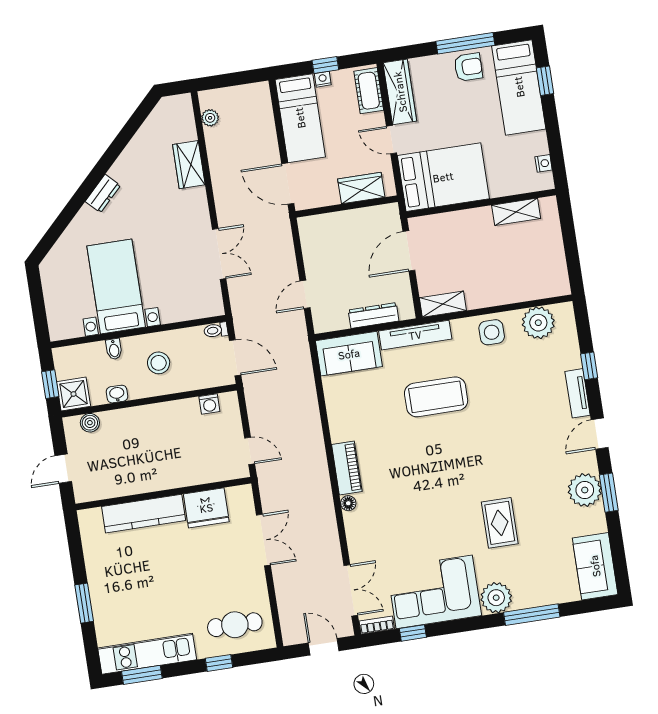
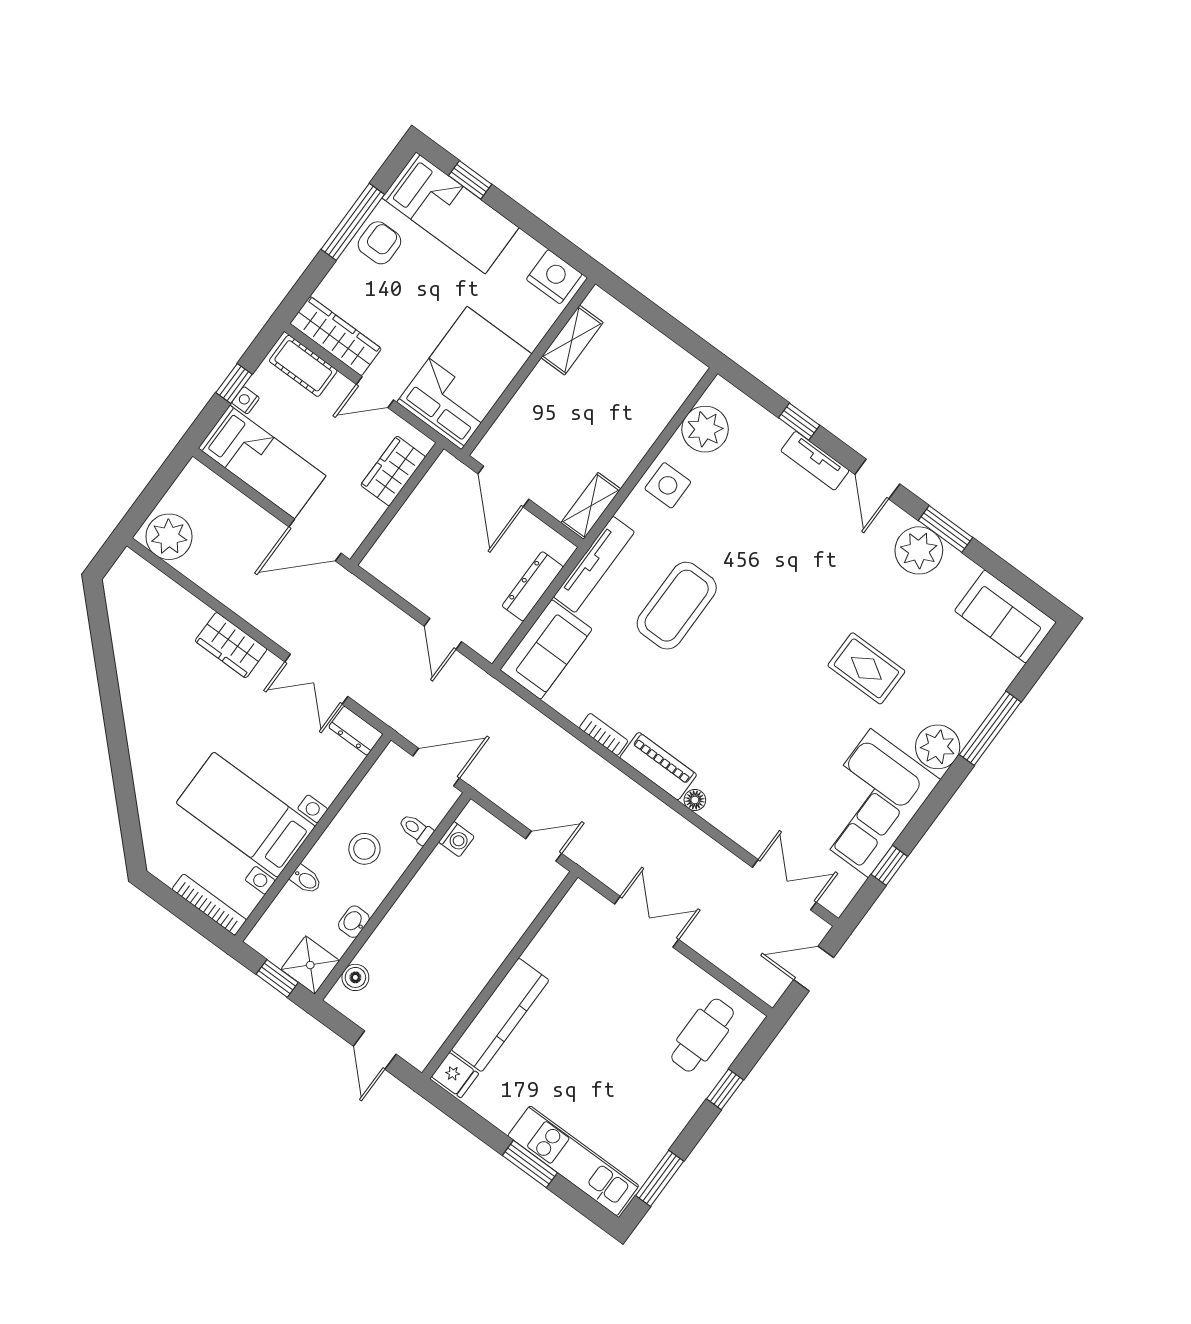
plant: (210, 118) -> (169, 537), width x1.88, depth x1.88
nightstand: (544, 163) -> (554, 277), width x1.89, depth x1.79
wardrobe: (189, 165) -> (231, 645), moved
dresser: (103, 193) -> (356, 731), moved, turned 135
double door: (219, 254) -> (316, 679), swing flipped
bookcase: (53, 313) -> (209, 905), added
toilet: (216, 330) -> (416, 829), moved, turned 90
fridge: (206, 508) -> (455, 1075), moved, width x0.53, depth x0.75
bookcase: (377, 625) -> (604, 734), moved, turned 90
kitchen unit: (147, 654) -> (573, 1161), moved, turned 90

